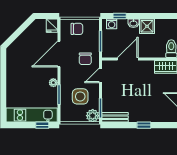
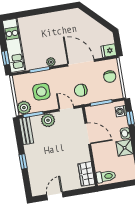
plant: (108, 95) -> (48, 120), added

